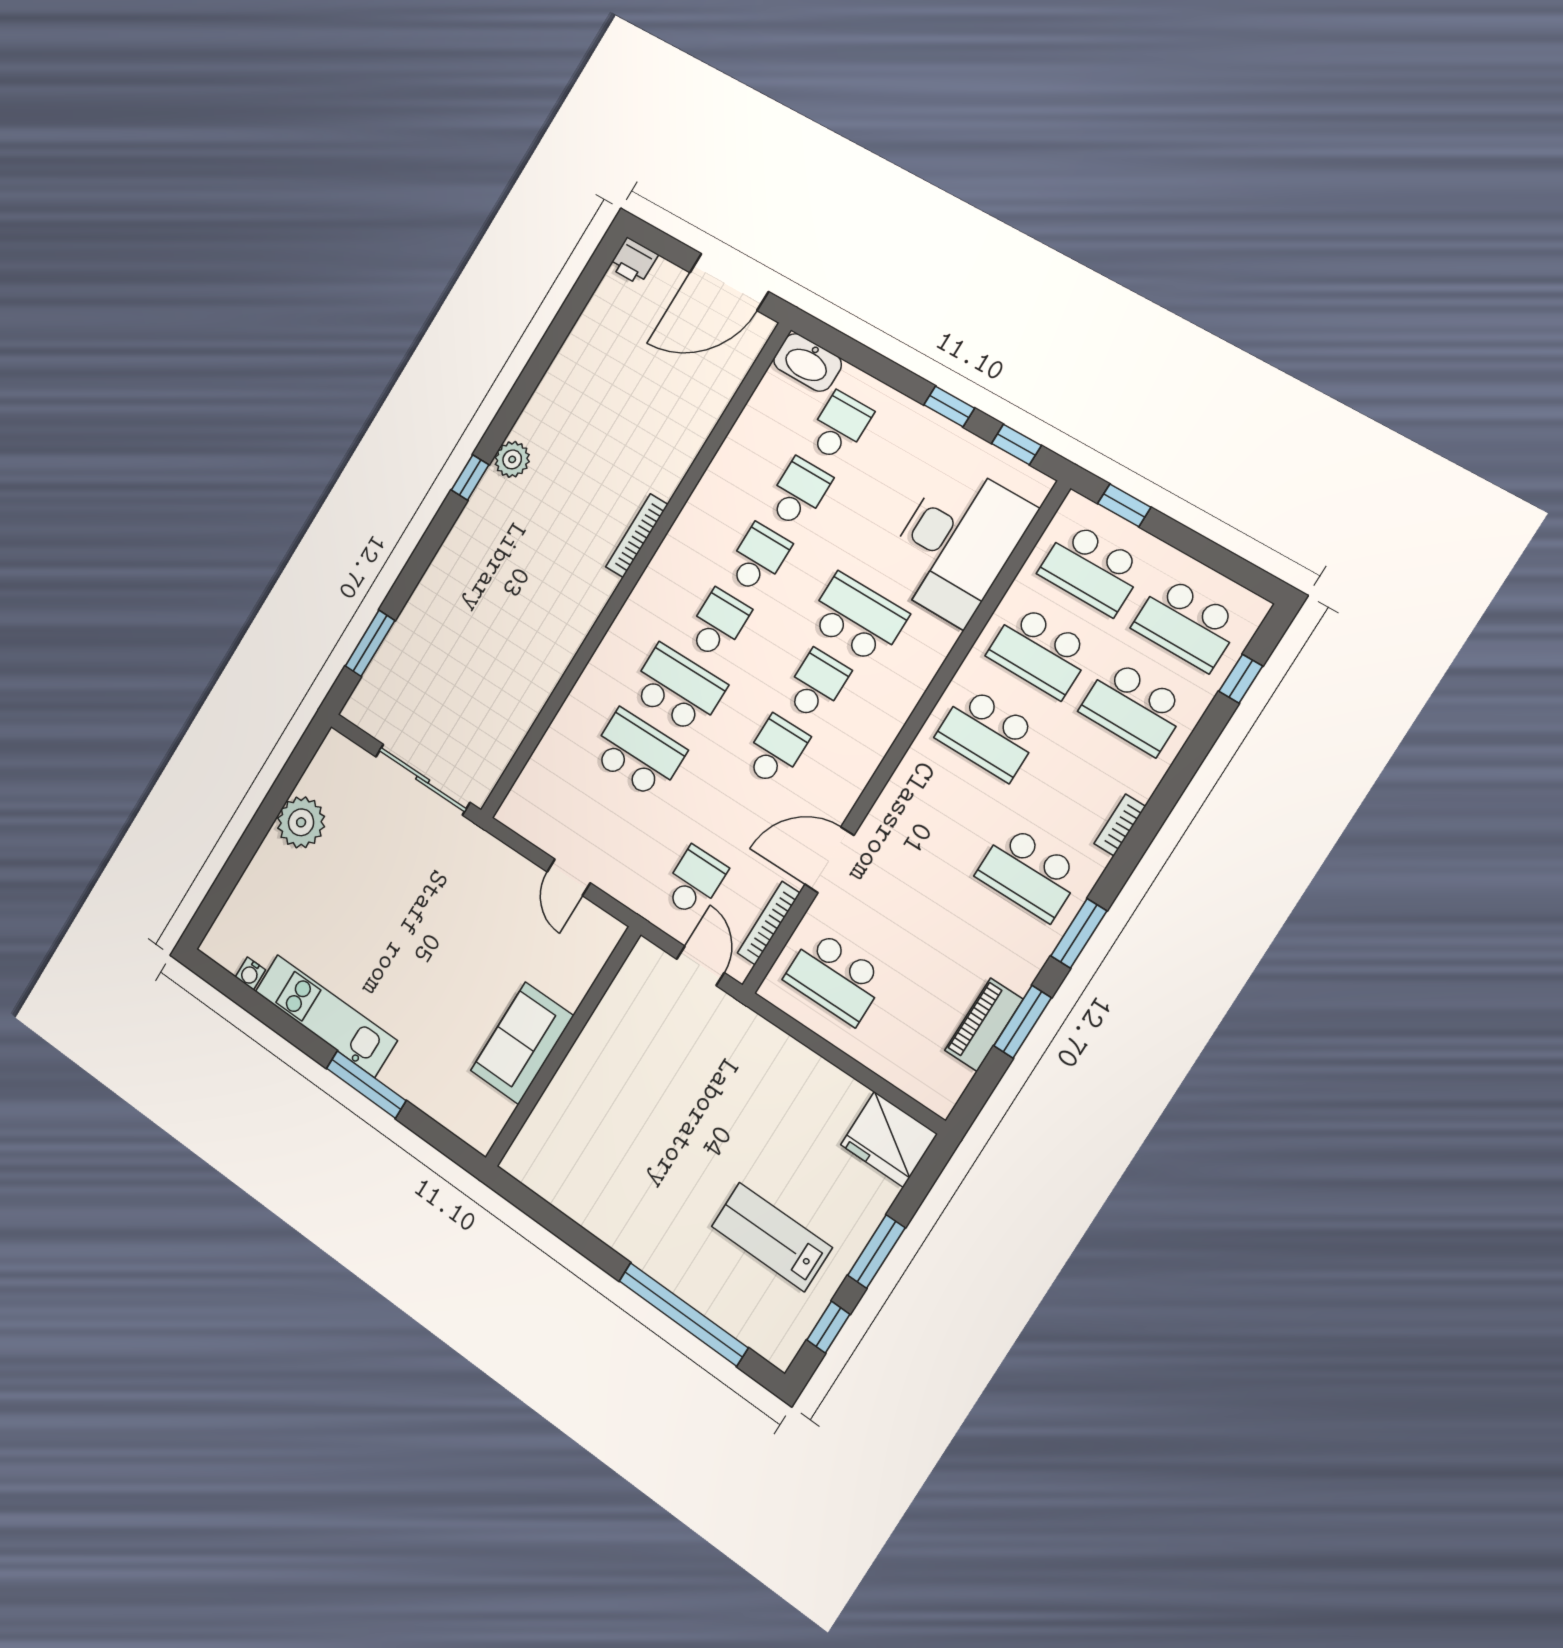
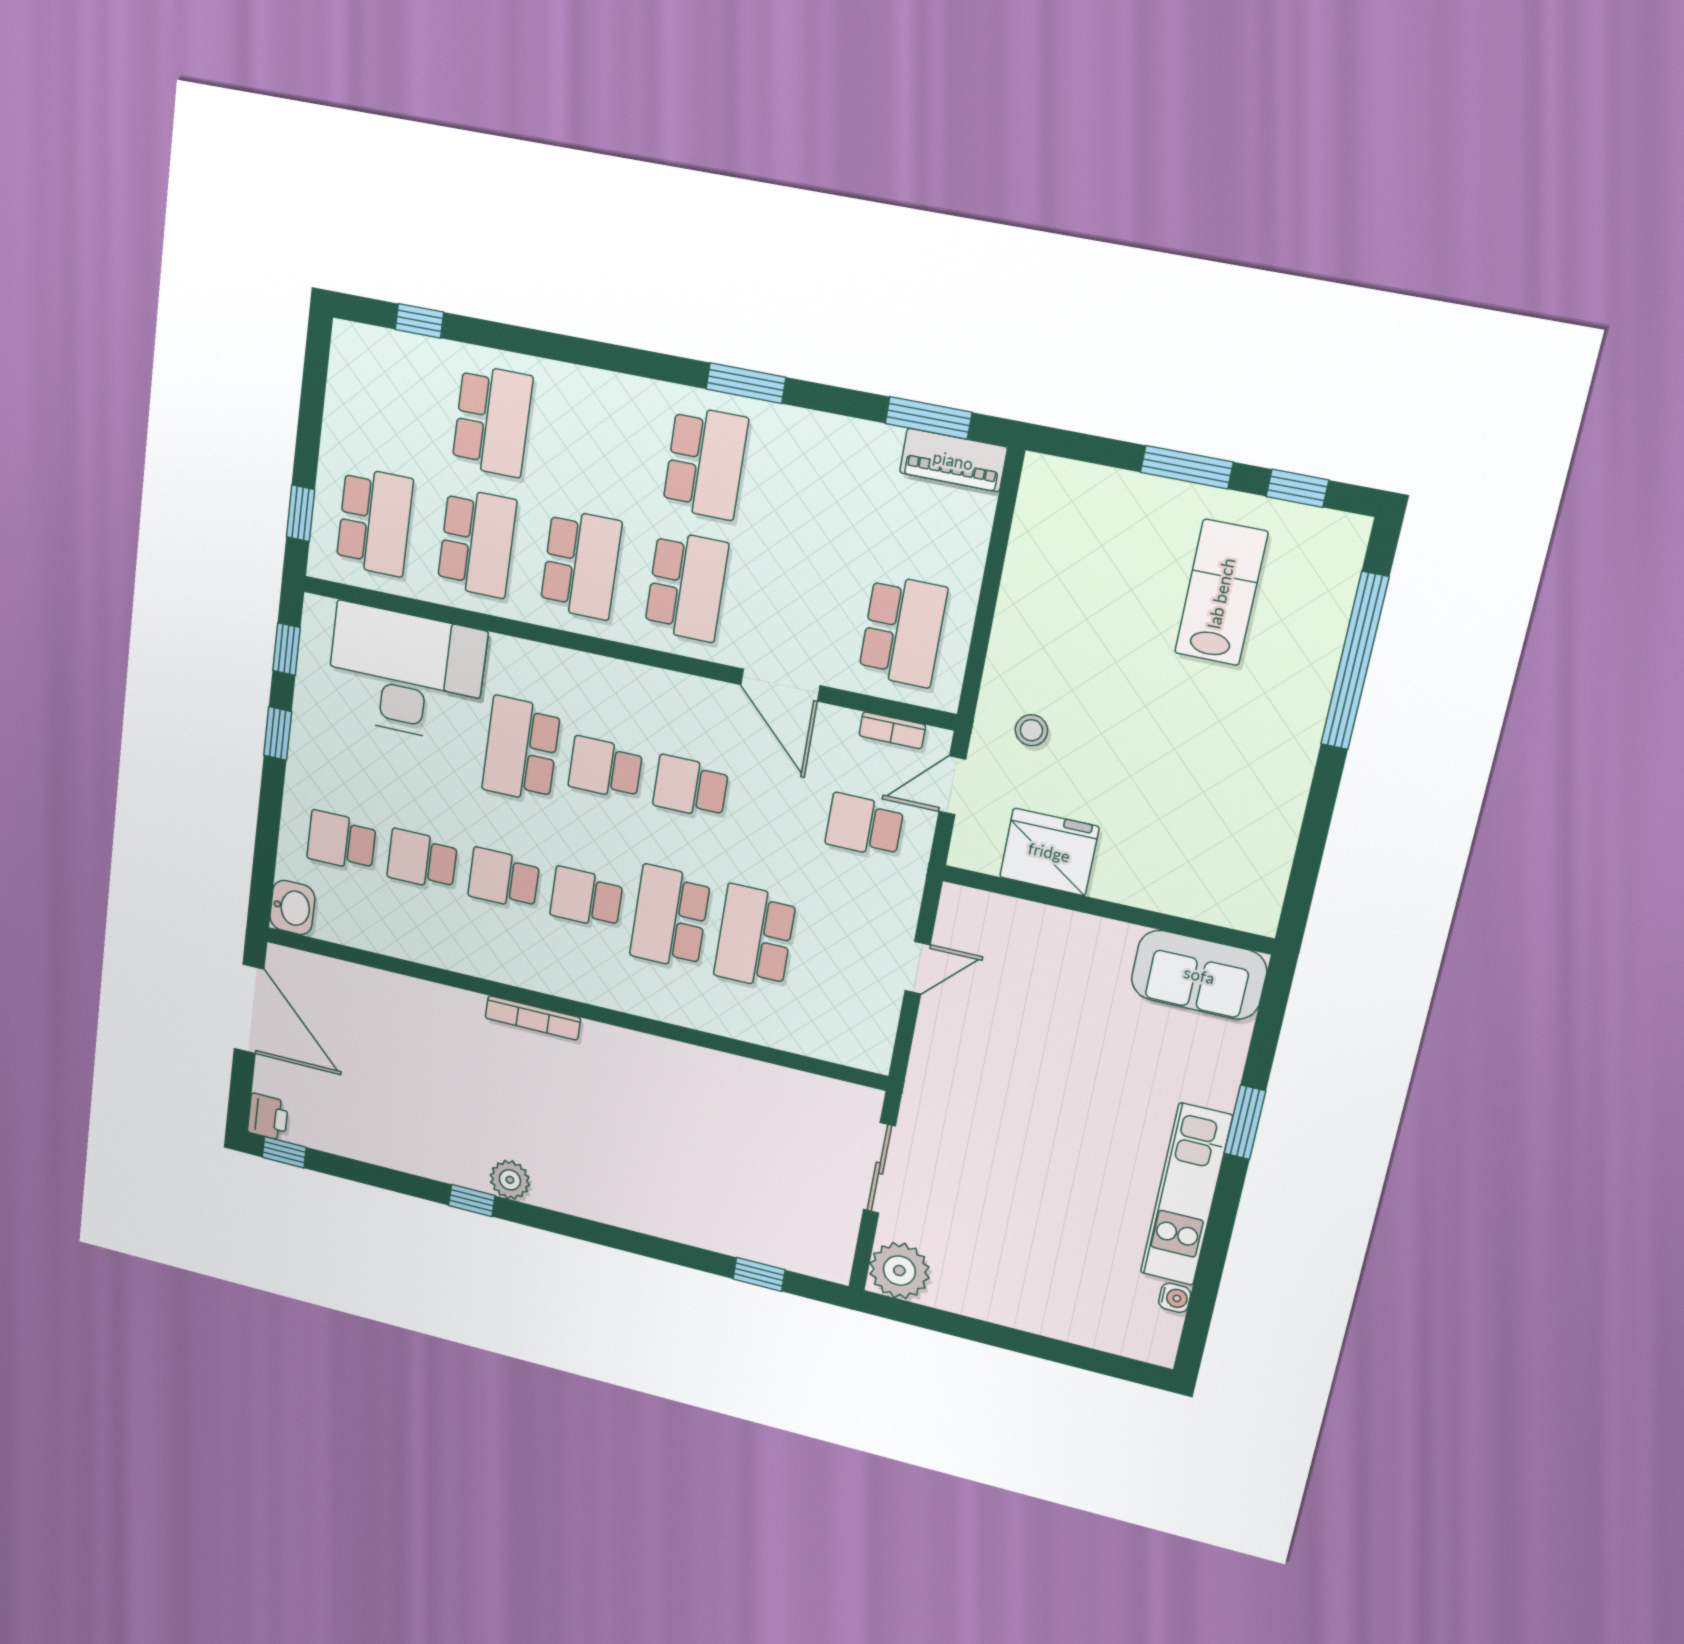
window: (599, 264) -> (284, 1152), added
washbasin: (808, 362) -> (292, 908), width x0.72
window: (470, 477) -> (472, 1201), moved
school desk: (1187, 624) -> (686, 586), moved
window: (370, 643) -> (759, 1274), width x0.67
sliding door: (423, 780) -> (879, 1168), width x0.73
plant: (301, 822) -> (899, 1271), moved
bookcase: (1120, 825) -> (616, 386), removed
bookcase: (769, 923) -> (892, 730), width x0.64
window: (1023, 1022) -> (928, 418), moved
piano: (984, 1025) -> (953, 460), moved
sofa: (522, 1043) -> (1199, 975), moved
stool: (721, 1047) -> (1031, 730), added
window: (366, 1084) -> (1245, 1122), width x0.69
fridge: (889, 1139) -> (1049, 852), moved, turned -90
lab bench: (772, 1237) -> (1221, 593), turned 180

